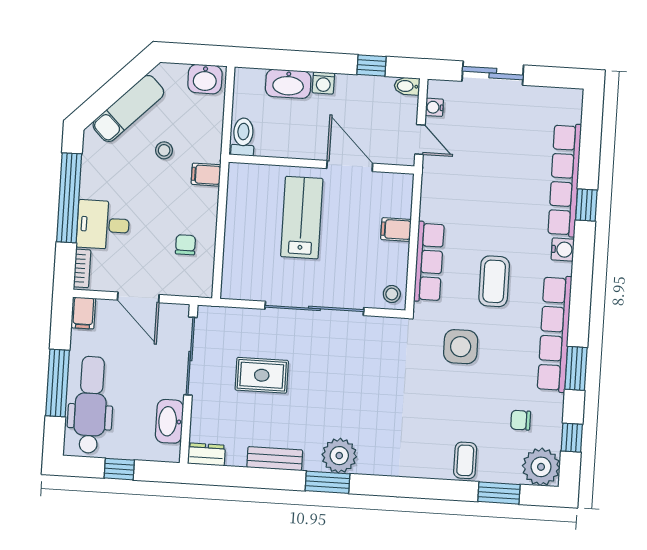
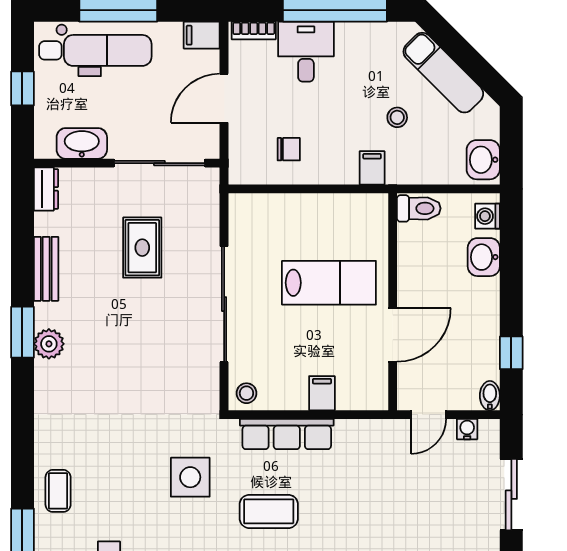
washing machine: (323, 83) -> (487, 216), moved
washbasin: (288, 84) -> (484, 257), width x0.72
plant: (339, 456) -> (49, 344), width x0.73, depth x0.73
coffee table: (465, 460) -> (58, 491), turned 90

